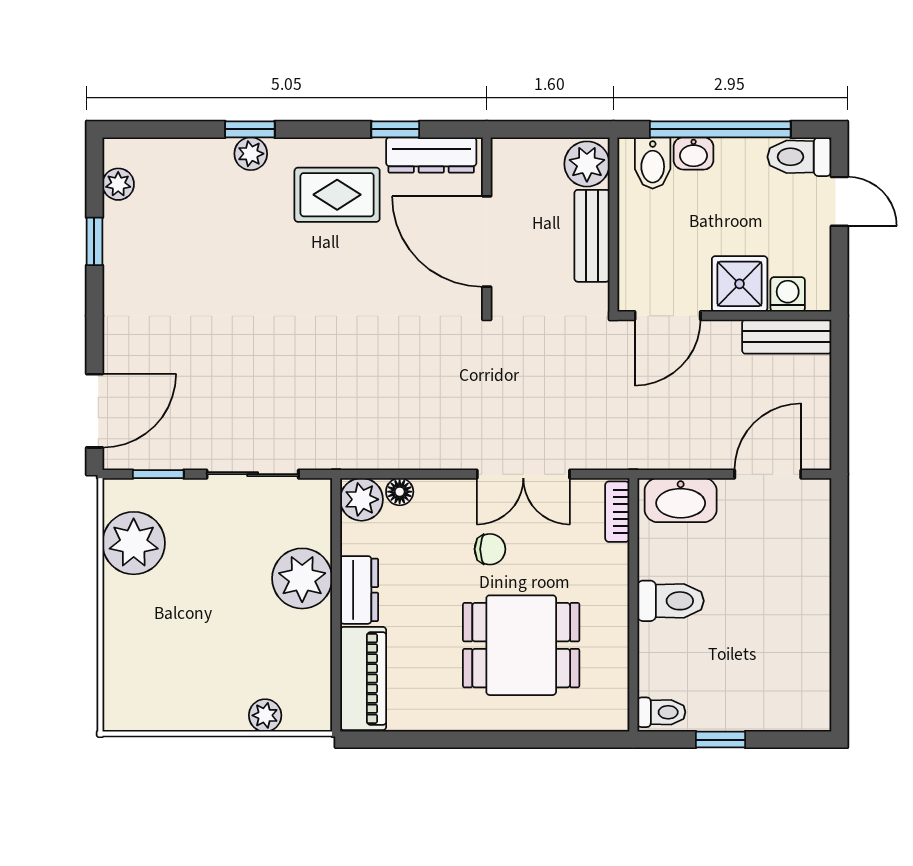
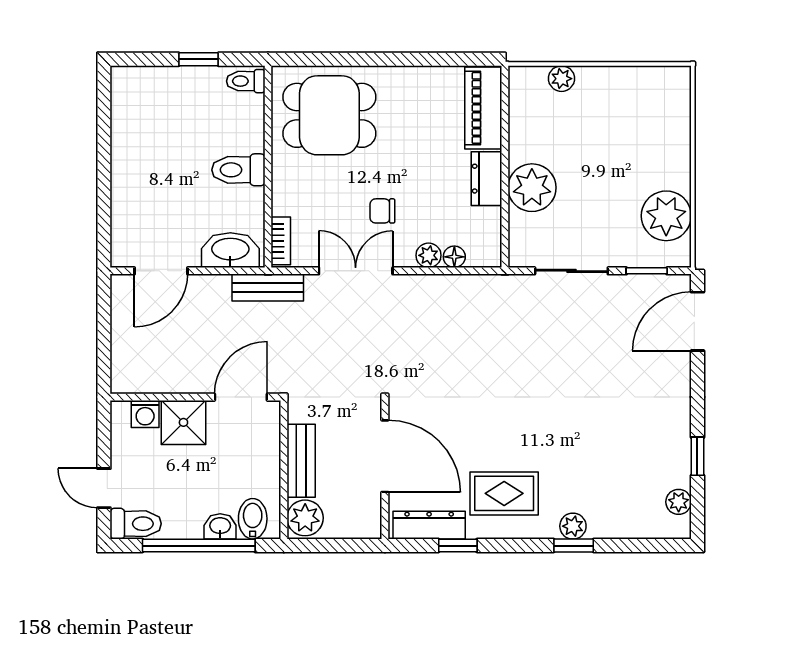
bench: (787, 337) -> (268, 288), moved
plant: (361, 499) -> (429, 255), moved, width x0.73, depth x0.73
dining table: (521, 645) -> (329, 115), moved

